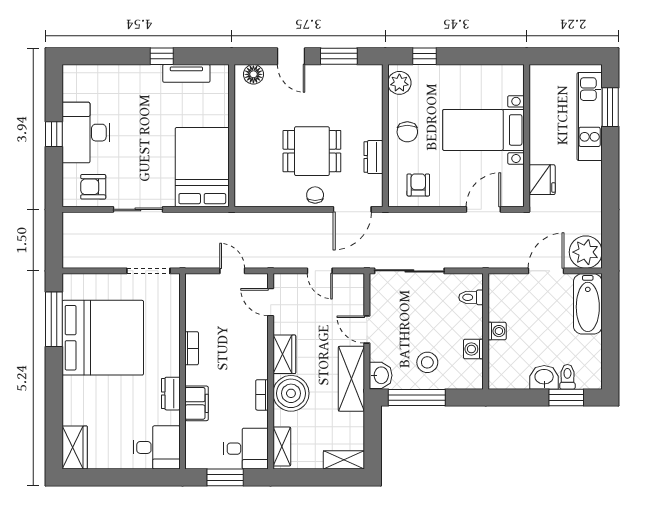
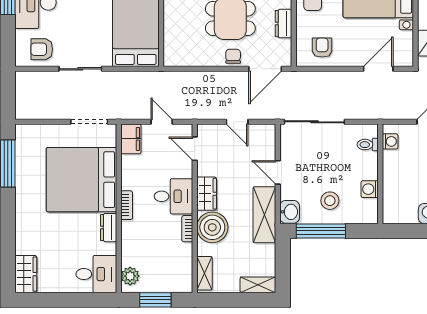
washing machine: (497, 331) -> (390, 141), moved
bed: (103, 338) -> (81, 180), moved, turned 180
bookcase: (192, 348) -> (127, 205), moved
filing cabinet: (197, 403) -> (131, 139), moved
desk: (246, 449) -> (173, 196), moved
plant: (196, 450) -> (130, 276), added

